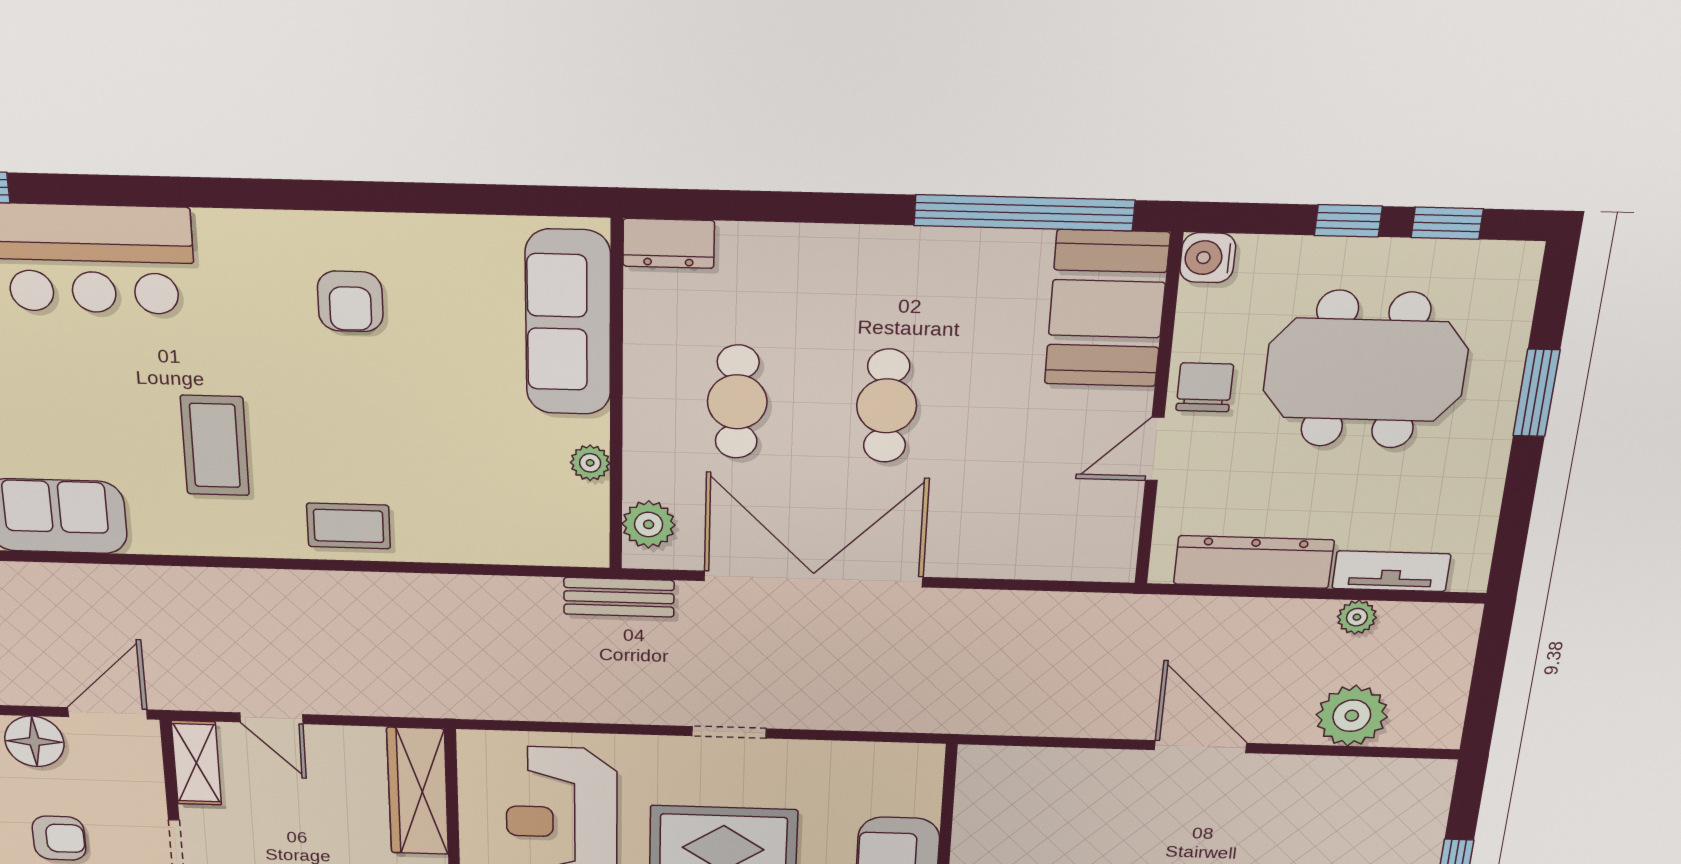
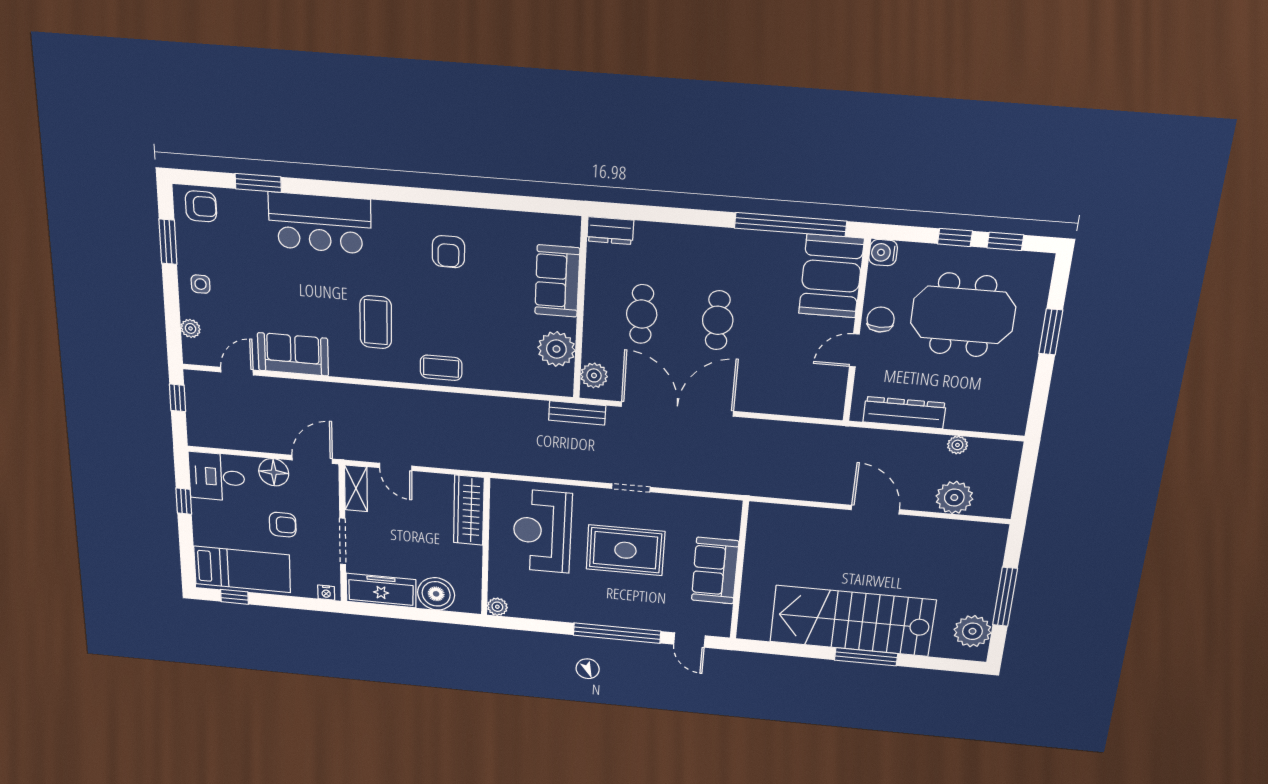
sofa: (568, 323) -> (557, 281), width x0.73
plant: (590, 463) -> (556, 349), width x1.88, depth x1.88
tv unit: (1391, 571) -> (975, 421), removed

